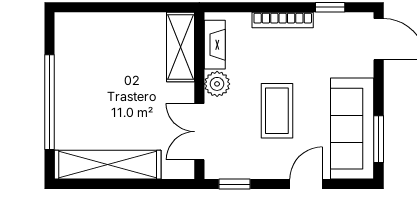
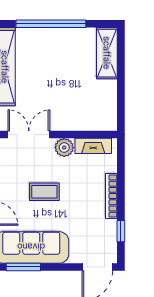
shelving: (181, 47) -> (107, 53), moved, turned 90
coffee table: (277, 111) -> (44, 192), width x0.73, depth x0.77

